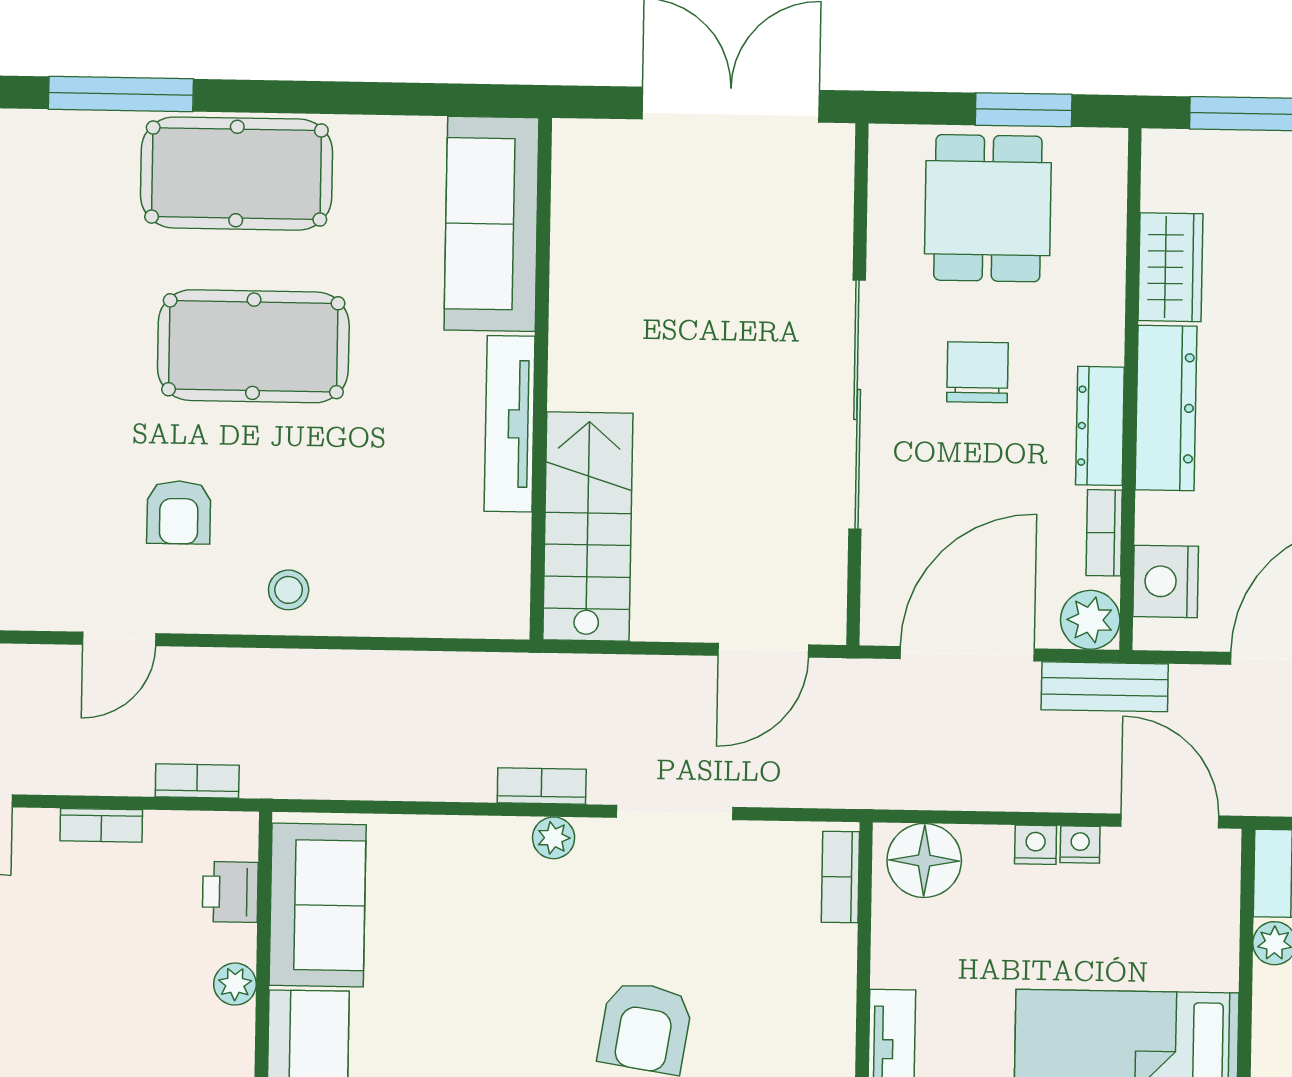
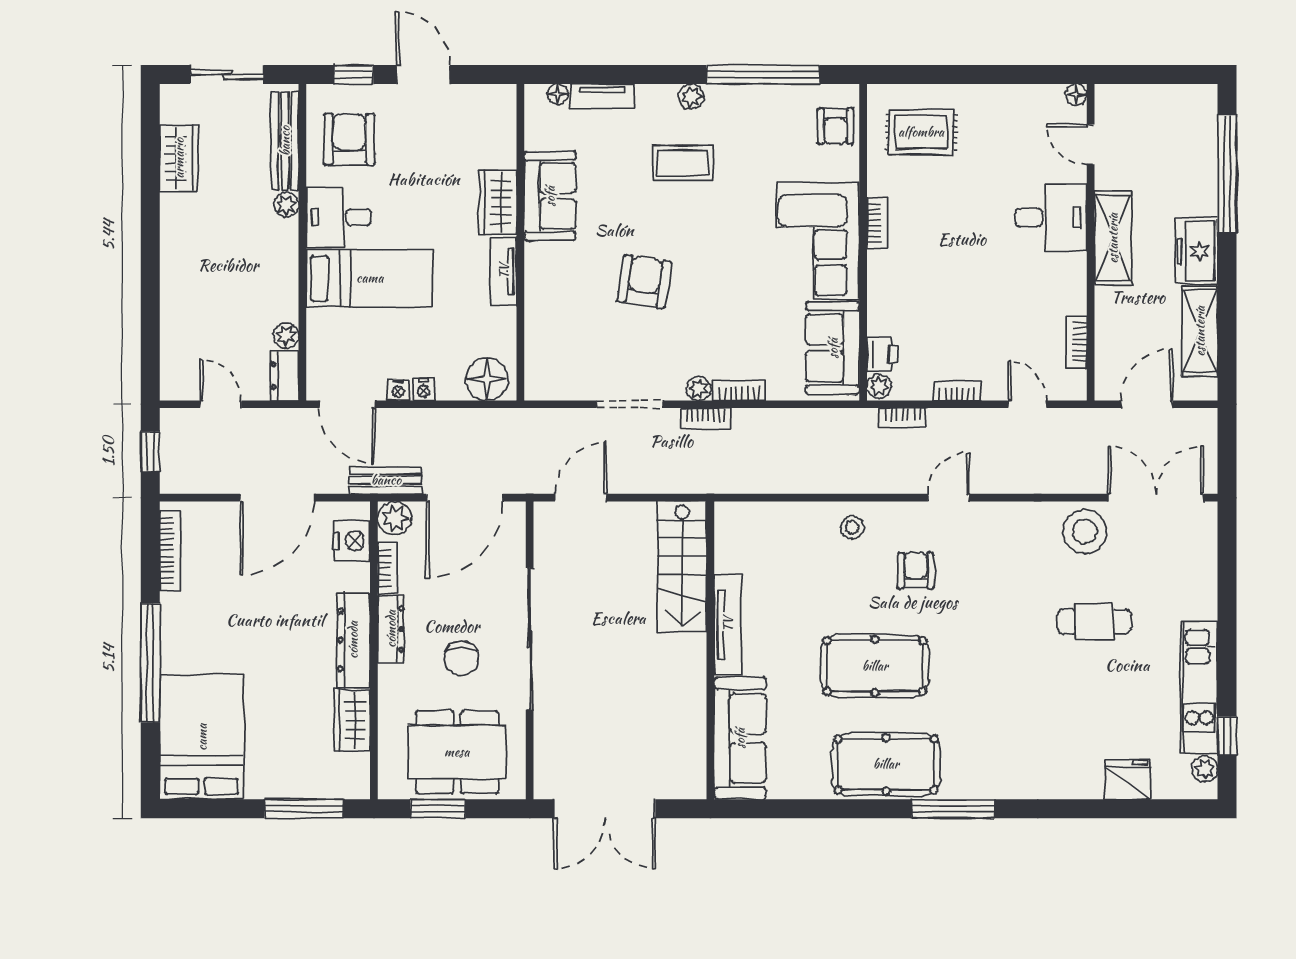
dining table: (988, 208) -> (457, 752), width x1.38
bookcase: (840, 877) -> (739, 390), moved, turned -90
plant: (235, 984) -> (879, 386), moved

